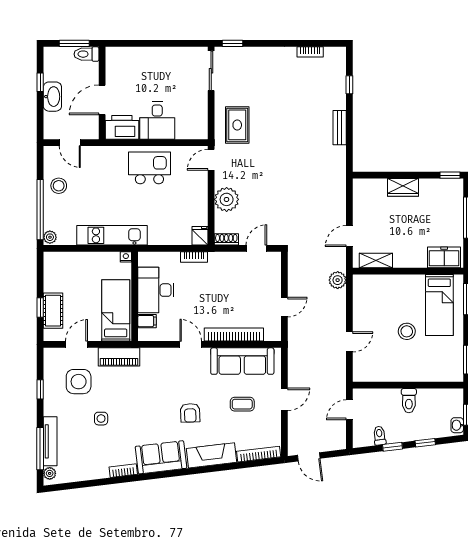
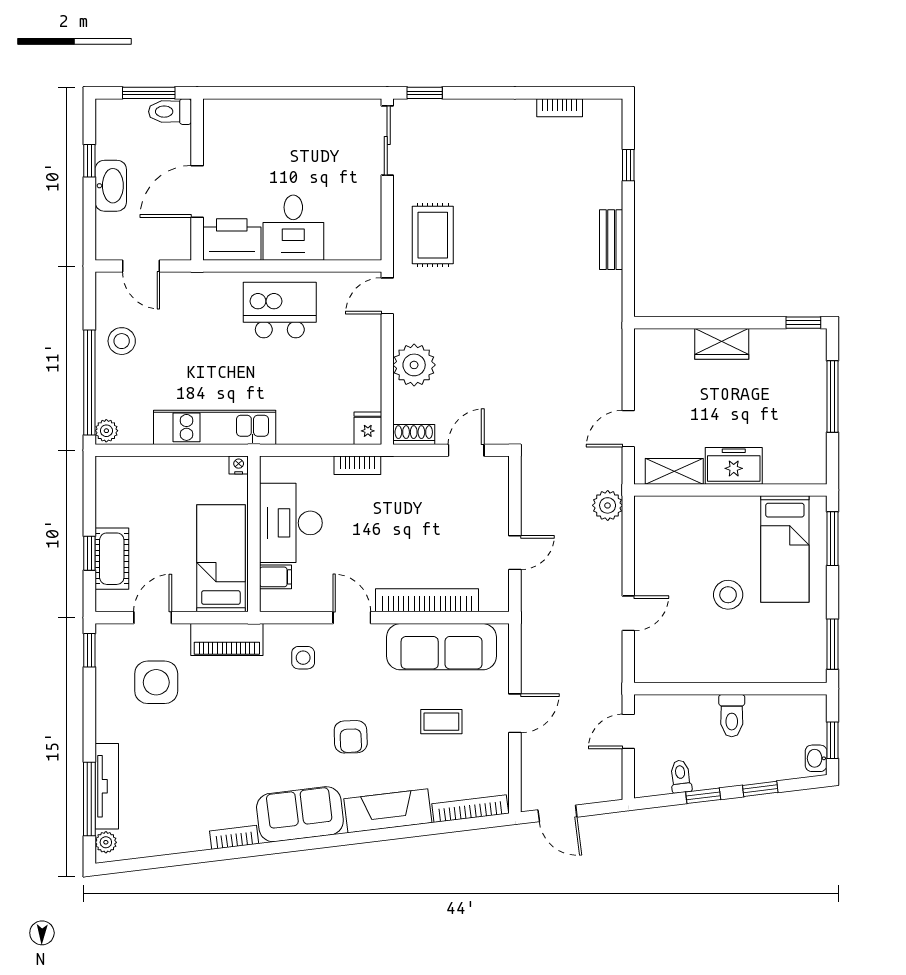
freezer: (444, 257) -> (734, 466), moved
window: (40, 389) -> (89, 650), moved
side table: (101, 419) -> (303, 658), moved

